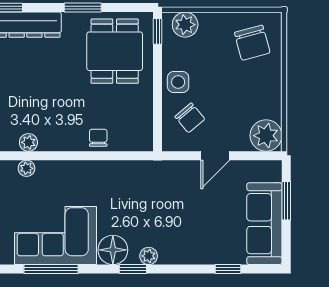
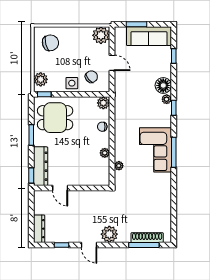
plant: (142, 140) -> (103, 103), added
plant: (28, 142) -> (105, 153), moved
floor lamp: (113, 250) -> (163, 85), moved

